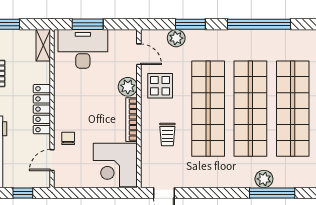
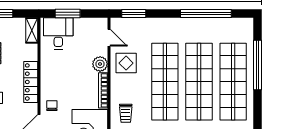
window: (190, 24) -> (134, 13), moved
plant: (176, 38) -> (139, 25), removed
desk: (83, 49) -> (58, 33), width x0.73
trolley: (167, 134) -> (126, 113), moved

